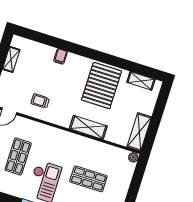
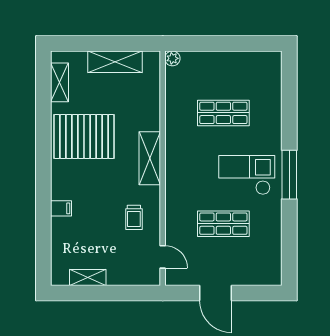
shelving: (88, 127) -> (150, 158), moved
shelving: (139, 132) -> (115, 62), moved
shop shelf: (88, 179) -> (223, 113), turned 90

